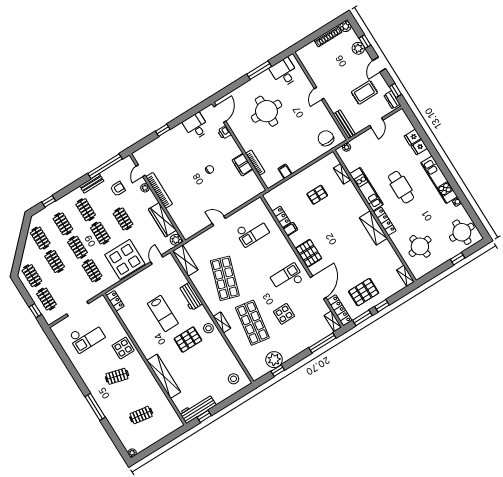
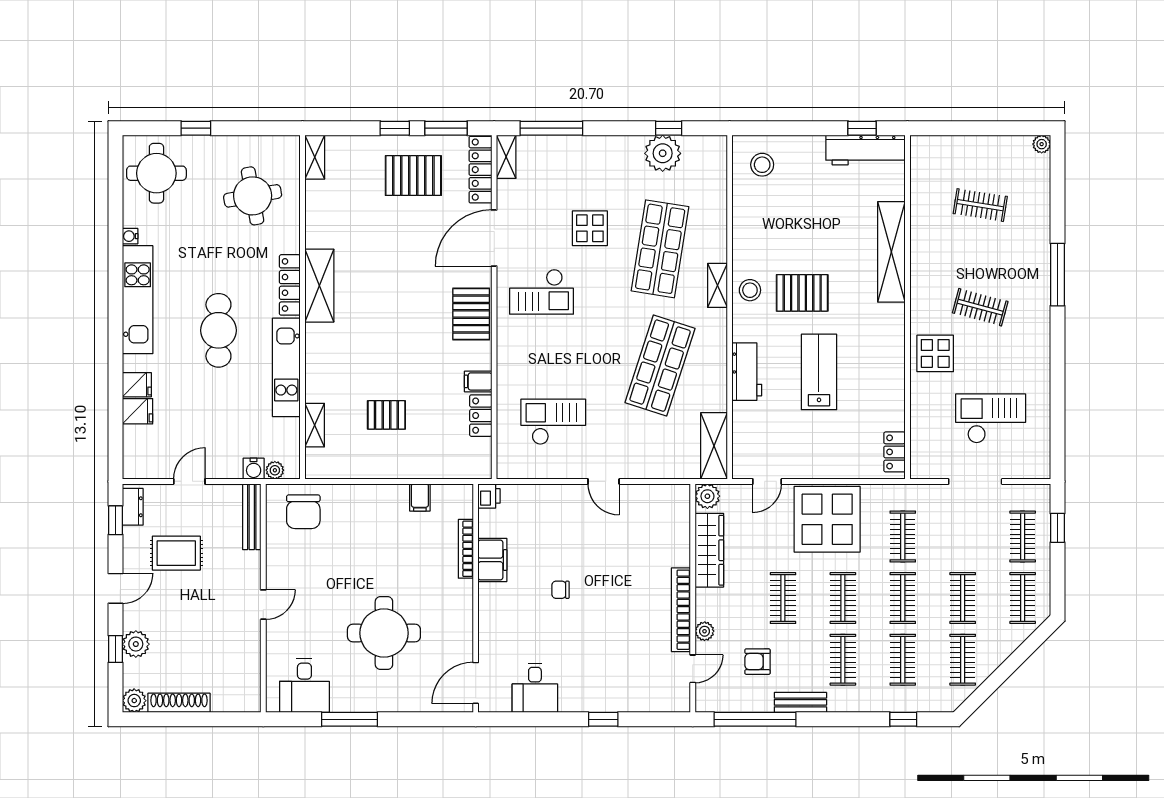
printer: (224, 133) -> (489, 496), moved
water cooler: (355, 143) -> (254, 469), added

